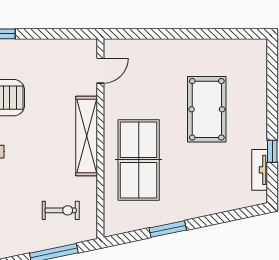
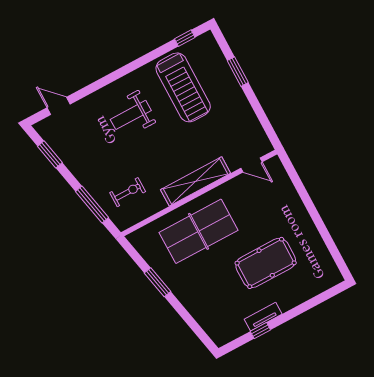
tv unit: (260, 170) -> (263, 317), moved
exercise bike: (61, 210) -> (128, 192), turned -90

